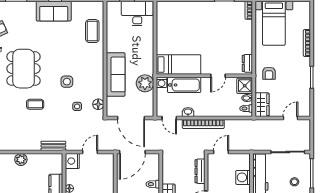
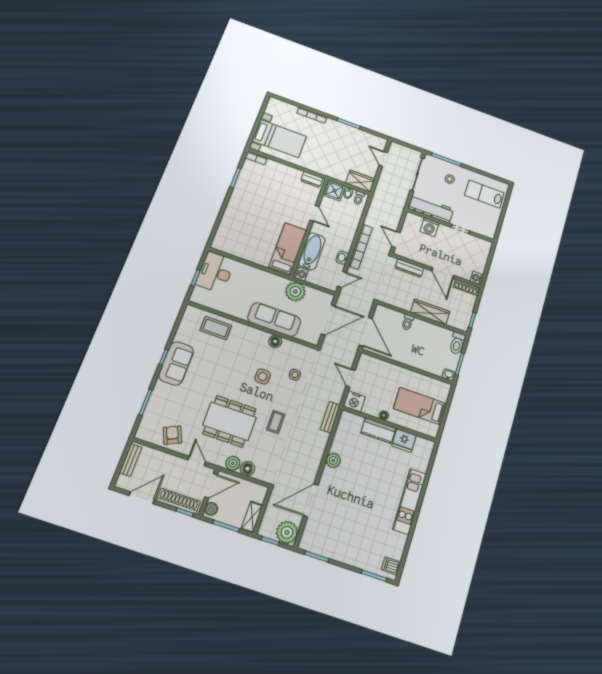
armchair: (269, 73) -> (330, 162), removed
floor lamp: (98, 104) -> (275, 341), moved

